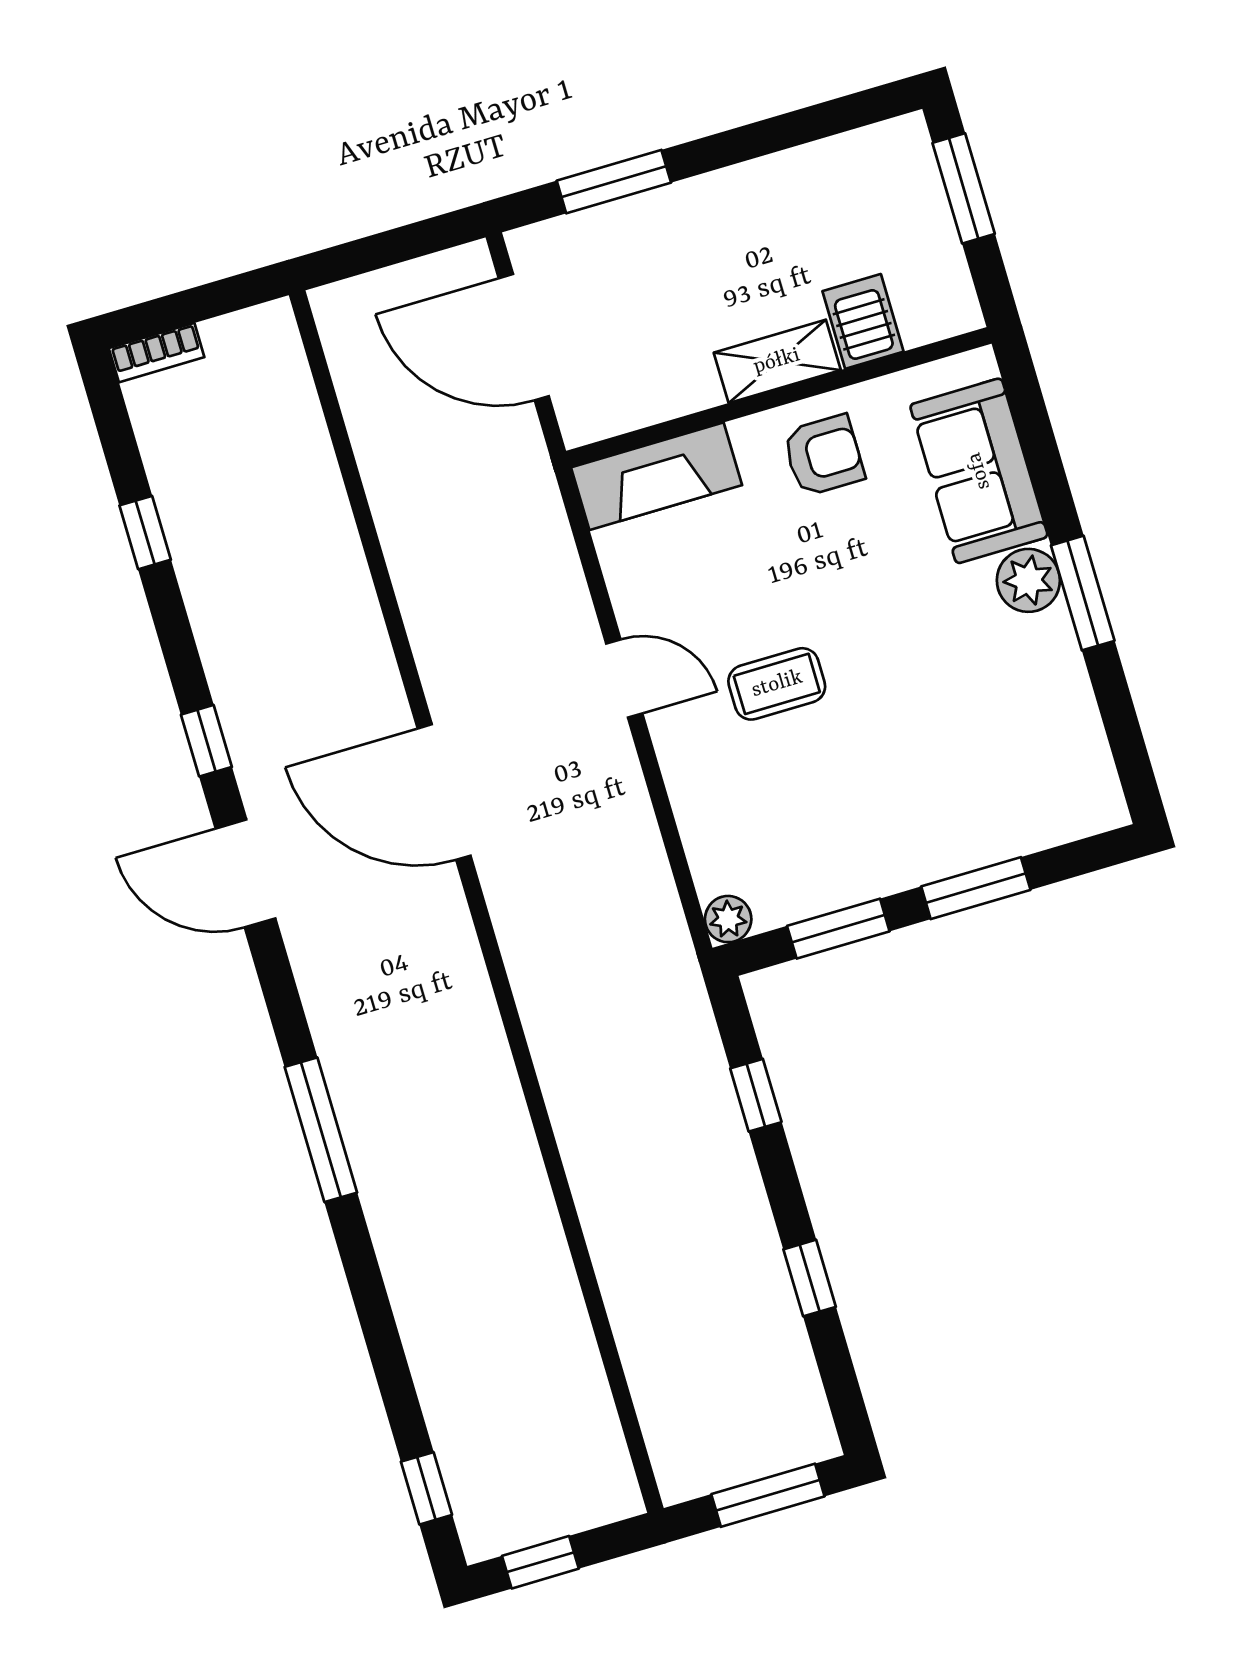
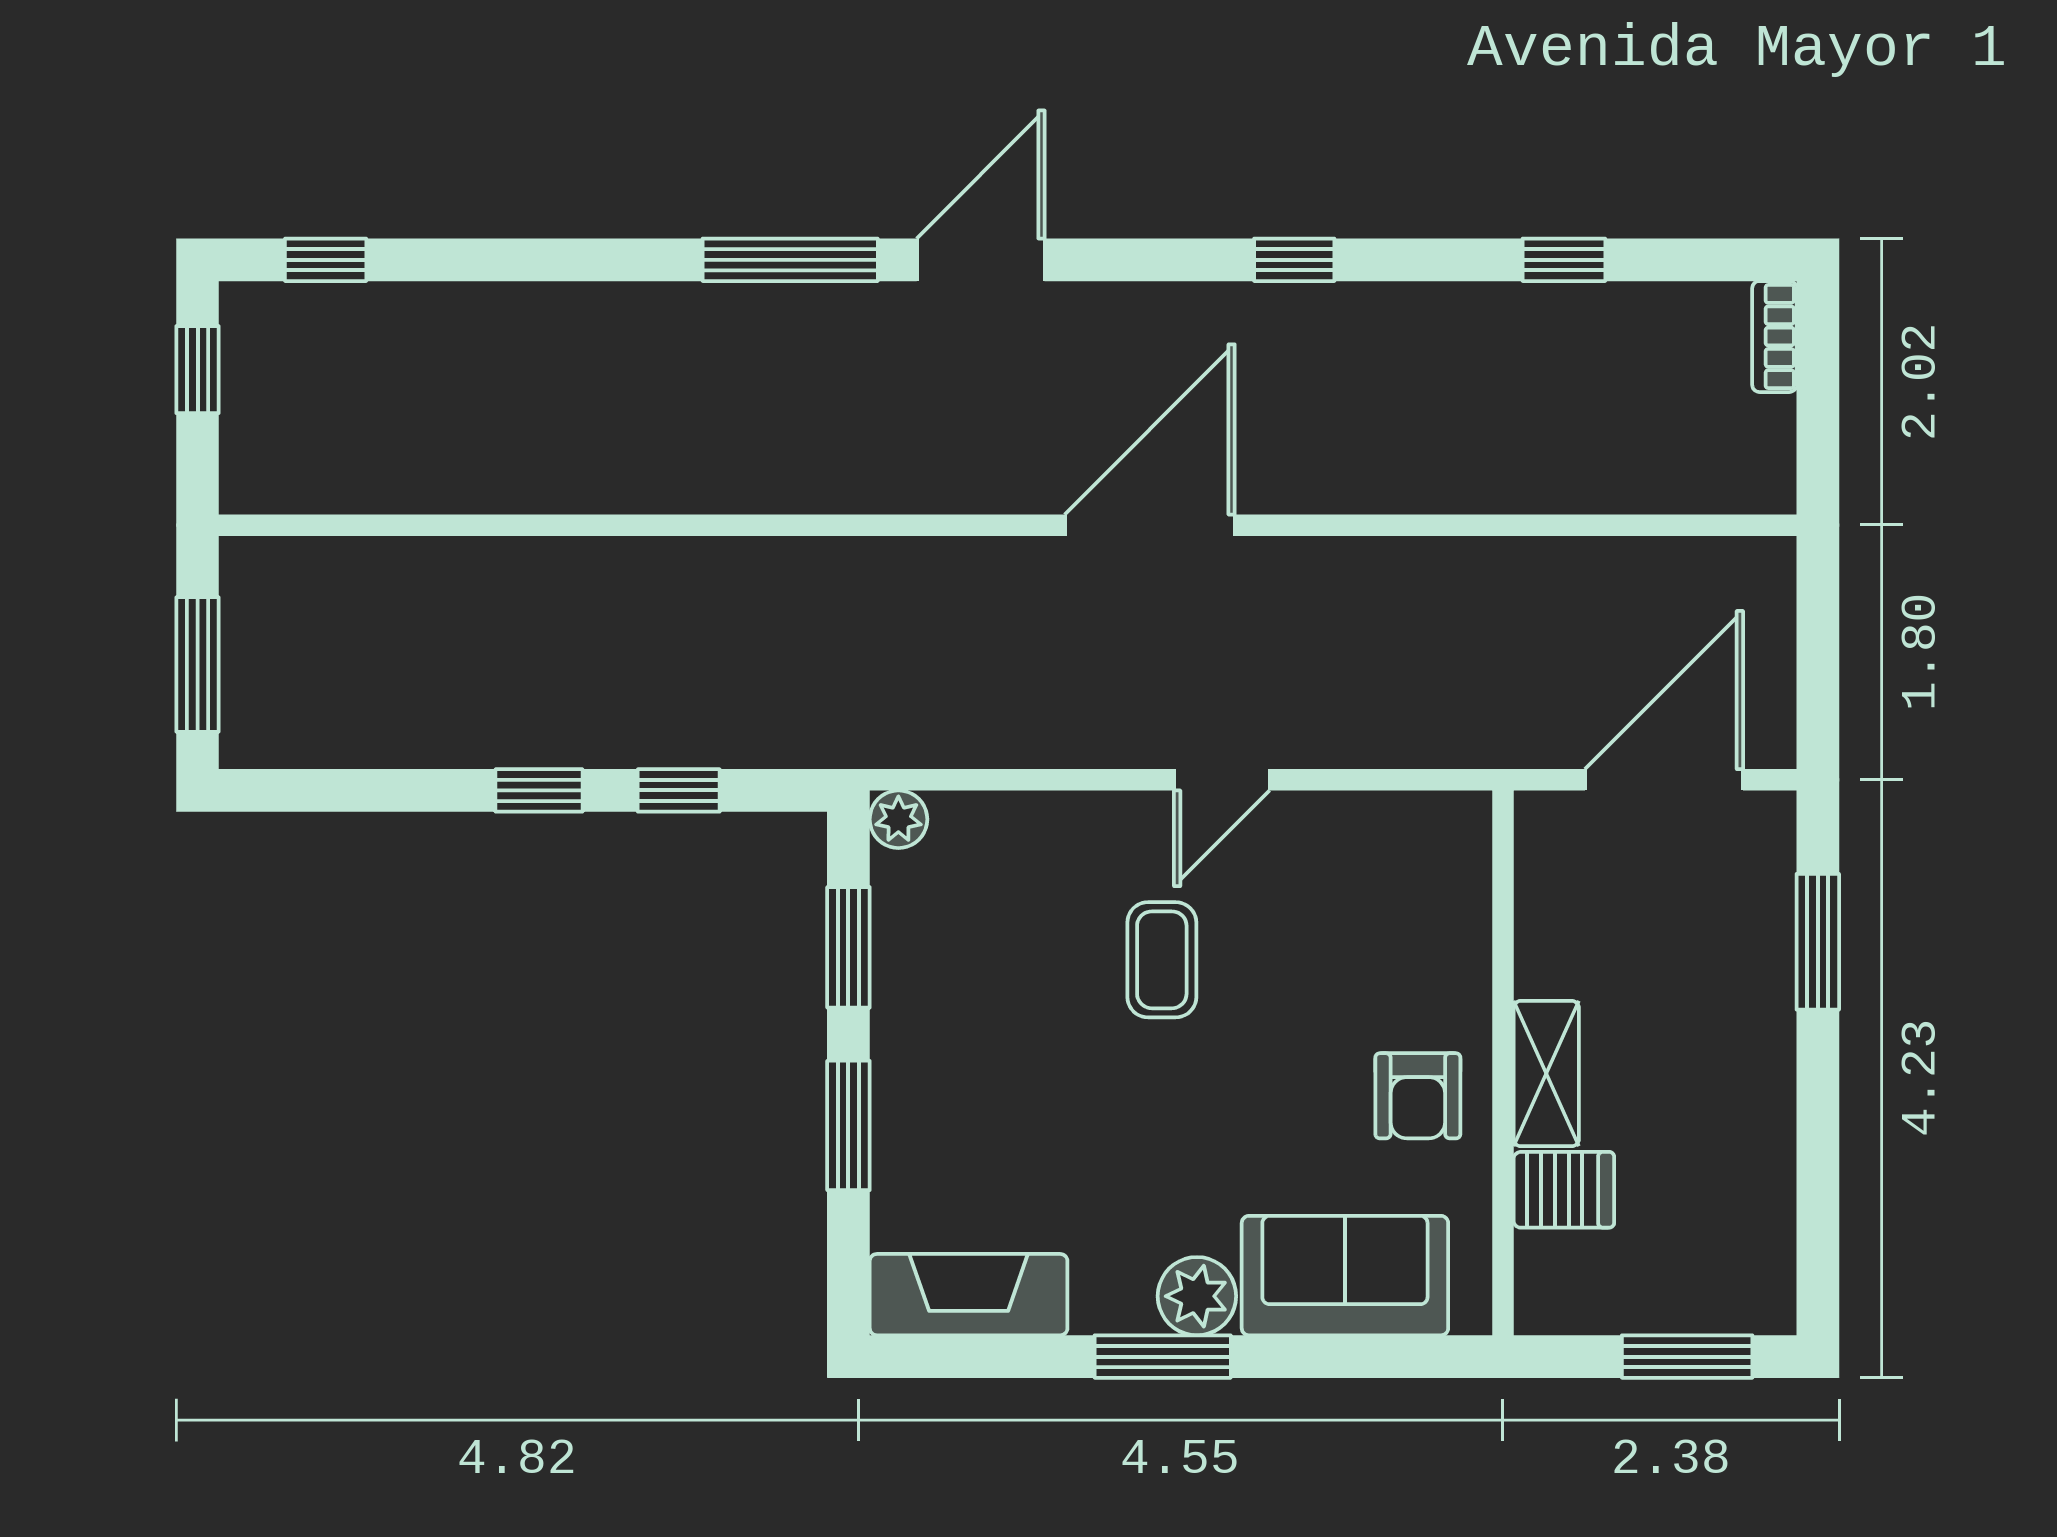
fireplace: (657, 476) -> (969, 1295), moved, turned 90
door: (245, 873) -> (981, 260), moved
window: (810, 1278) -> (539, 790), moved

